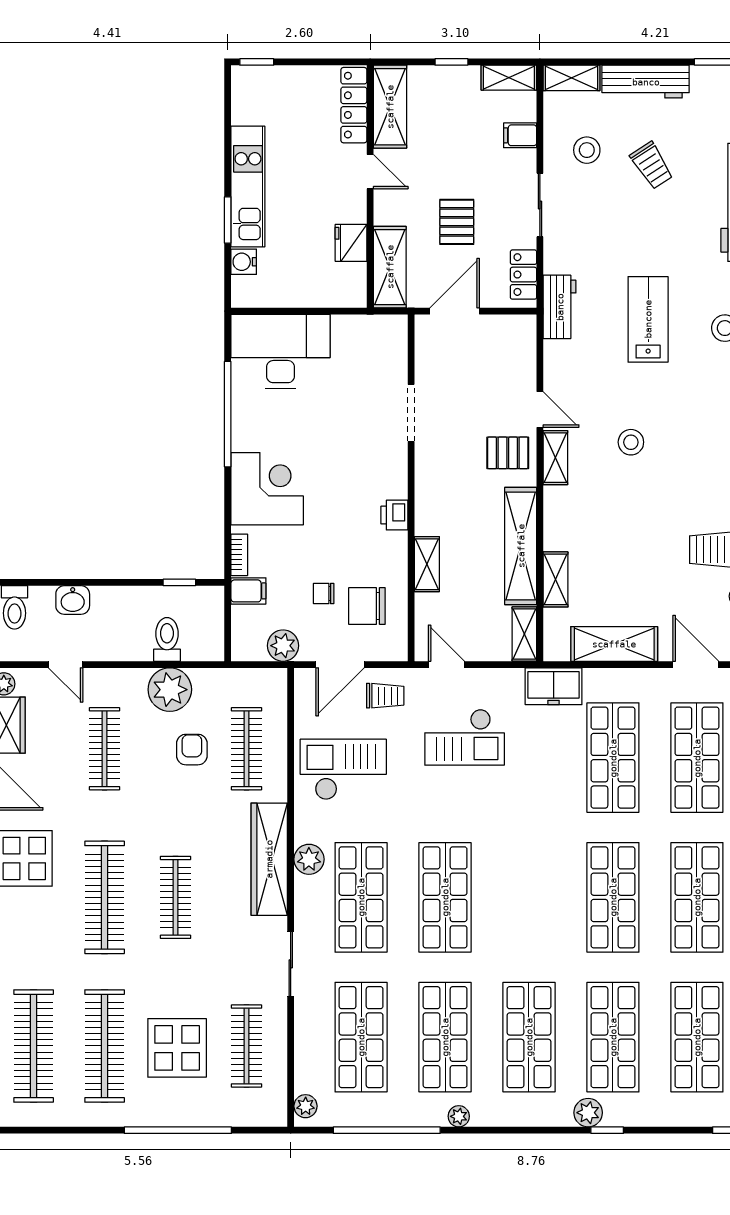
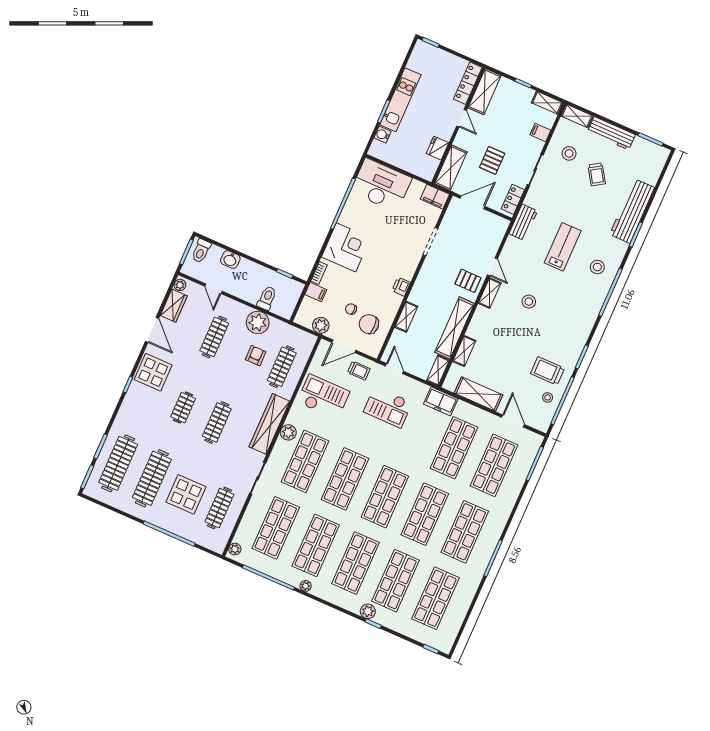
filing cabinet: (384, 330) -> (435, 197), added
clothes rail: (105, 897) -> (183, 408), width x0.54, depth x0.76
shop shelf: (529, 897) -> (385, 497), added

